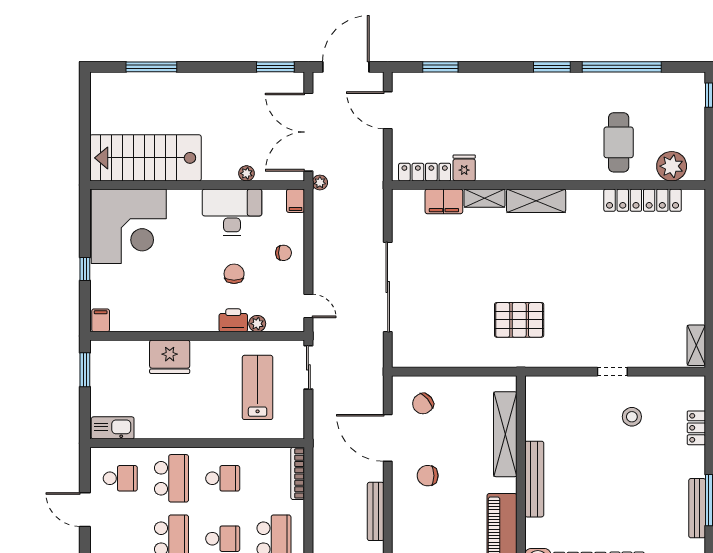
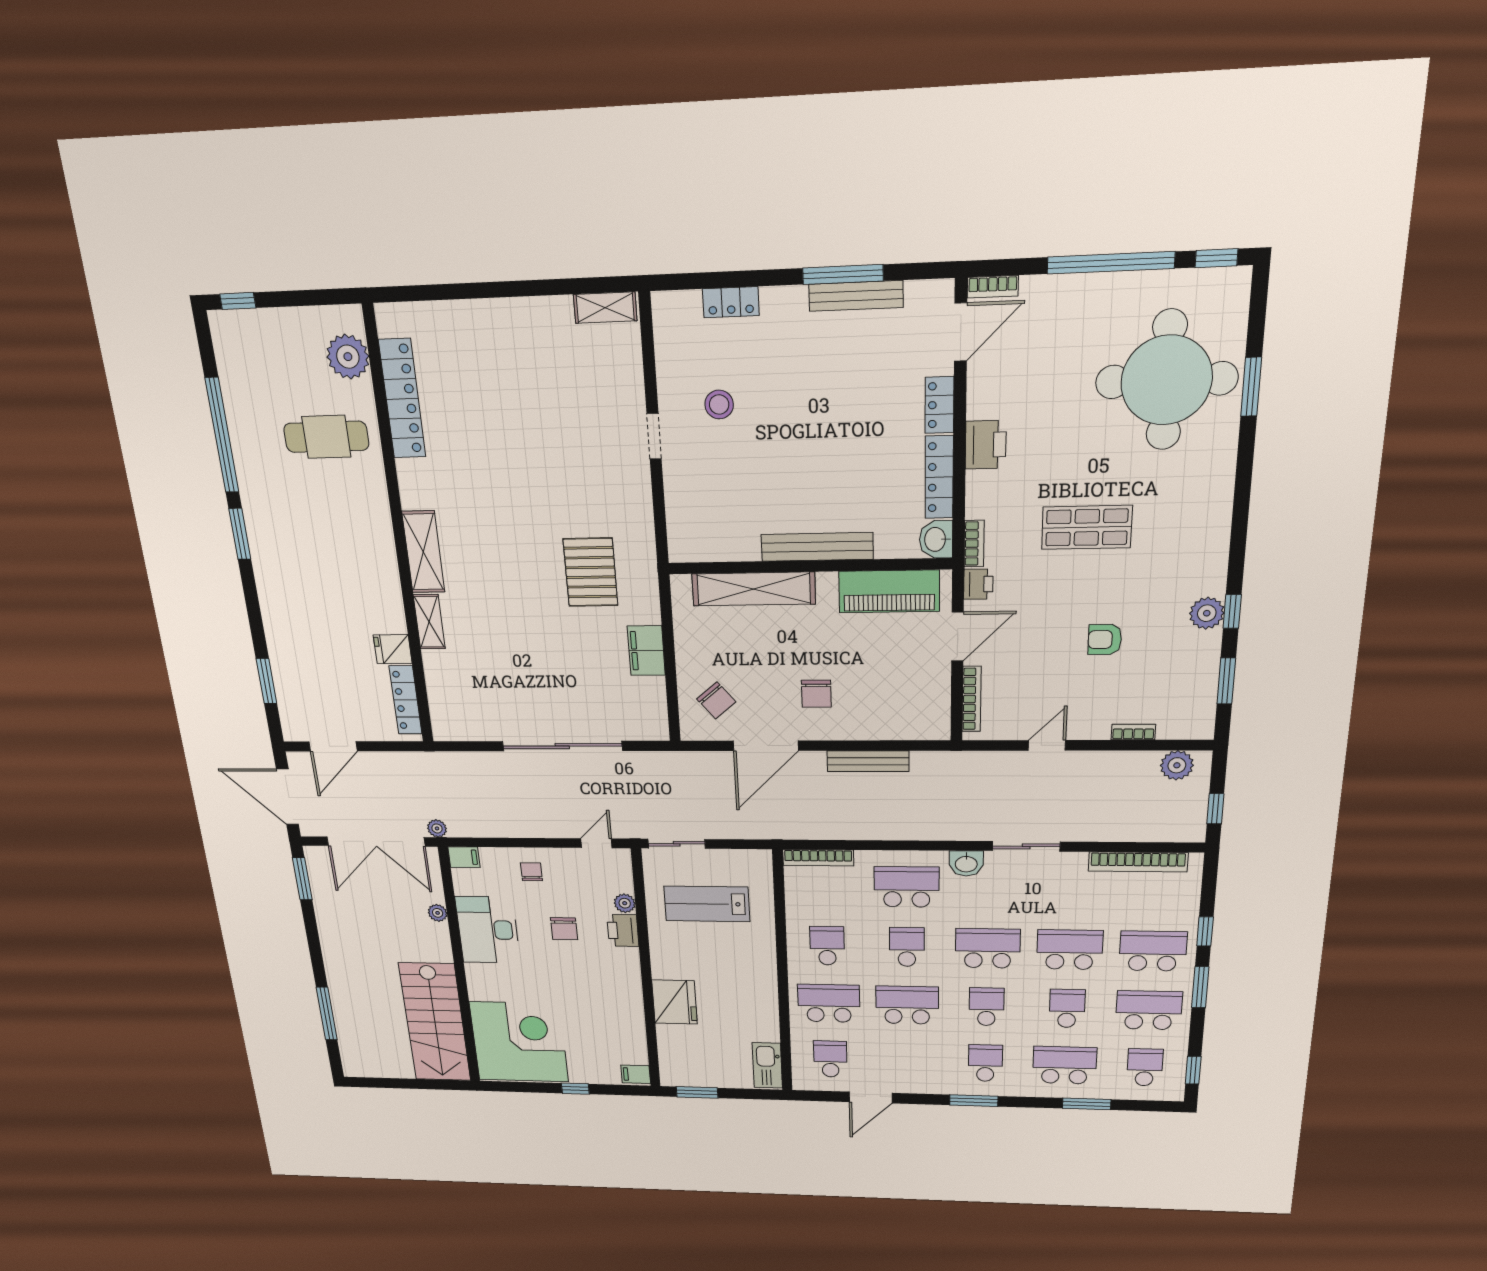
filing cabinet: (444, 201) -> (646, 651), moved, turned 180
chair: (234, 274) -> (564, 929), turned -90

